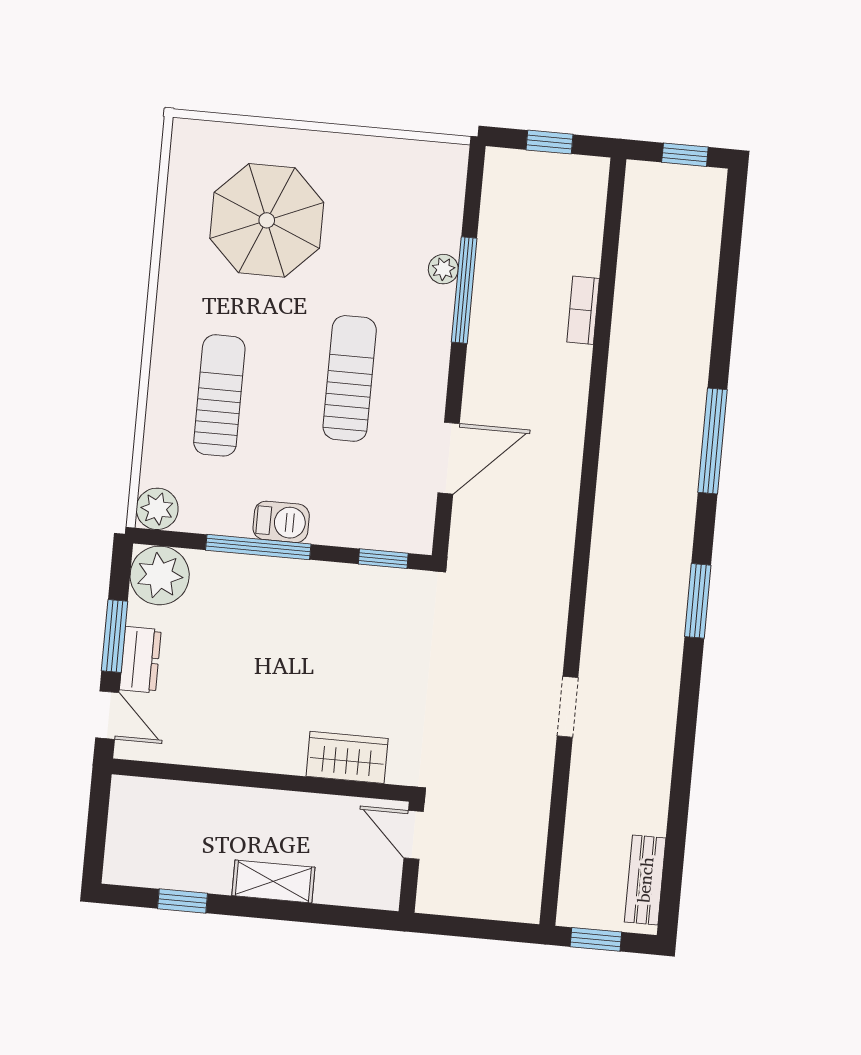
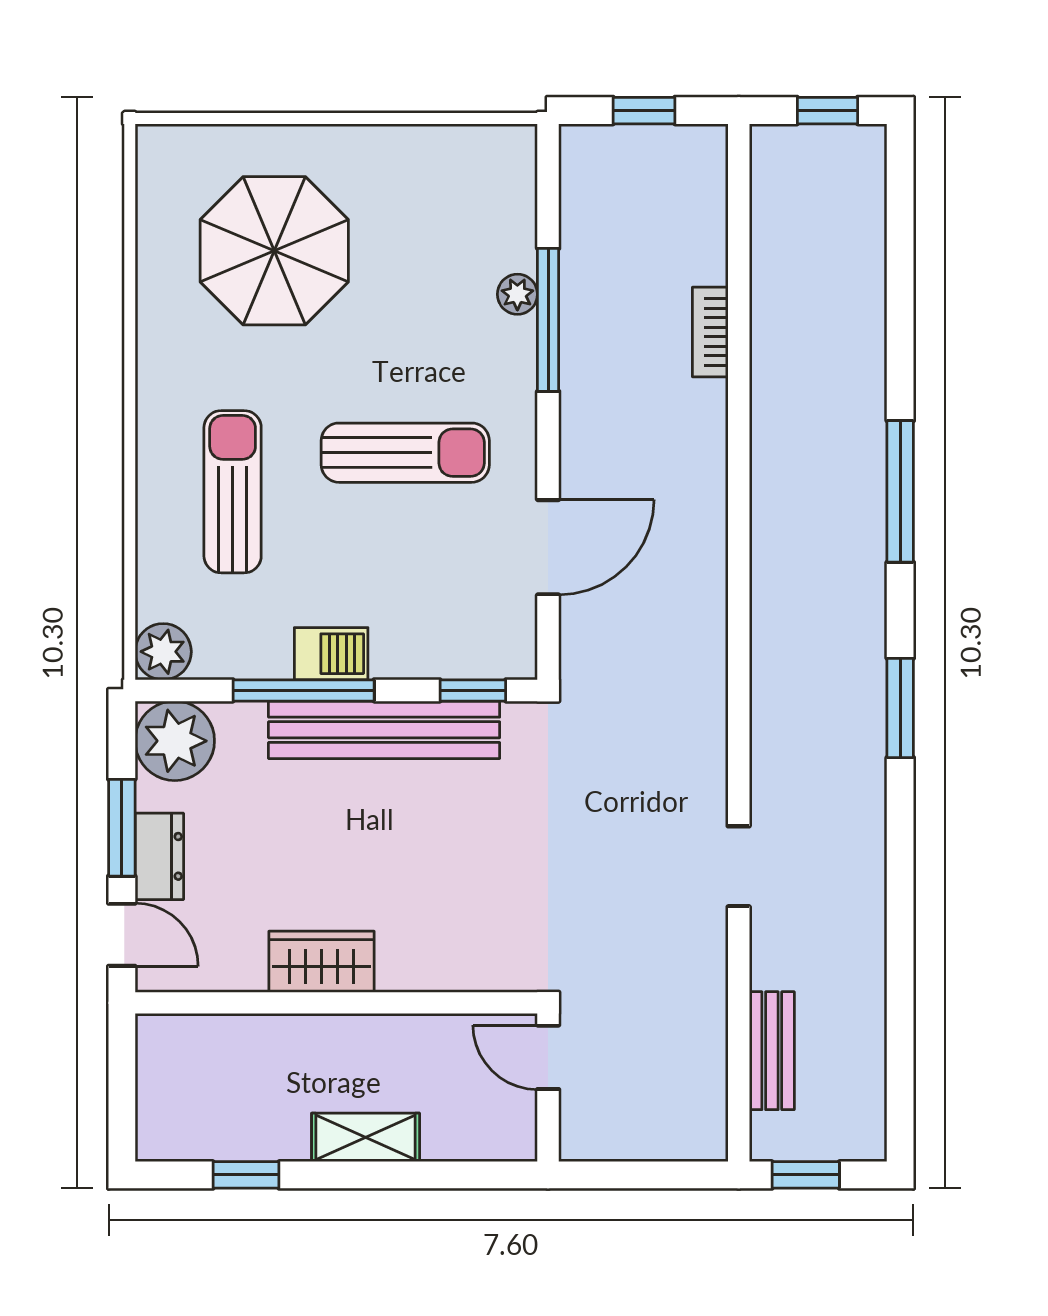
sun lounger: (350, 378) -> (405, 453), turned 90
bench: (315, 582) -> (384, 730), added
wardrobe: (347, 757) -> (322, 962), moved
bench: (645, 880) -> (772, 1051), moved

